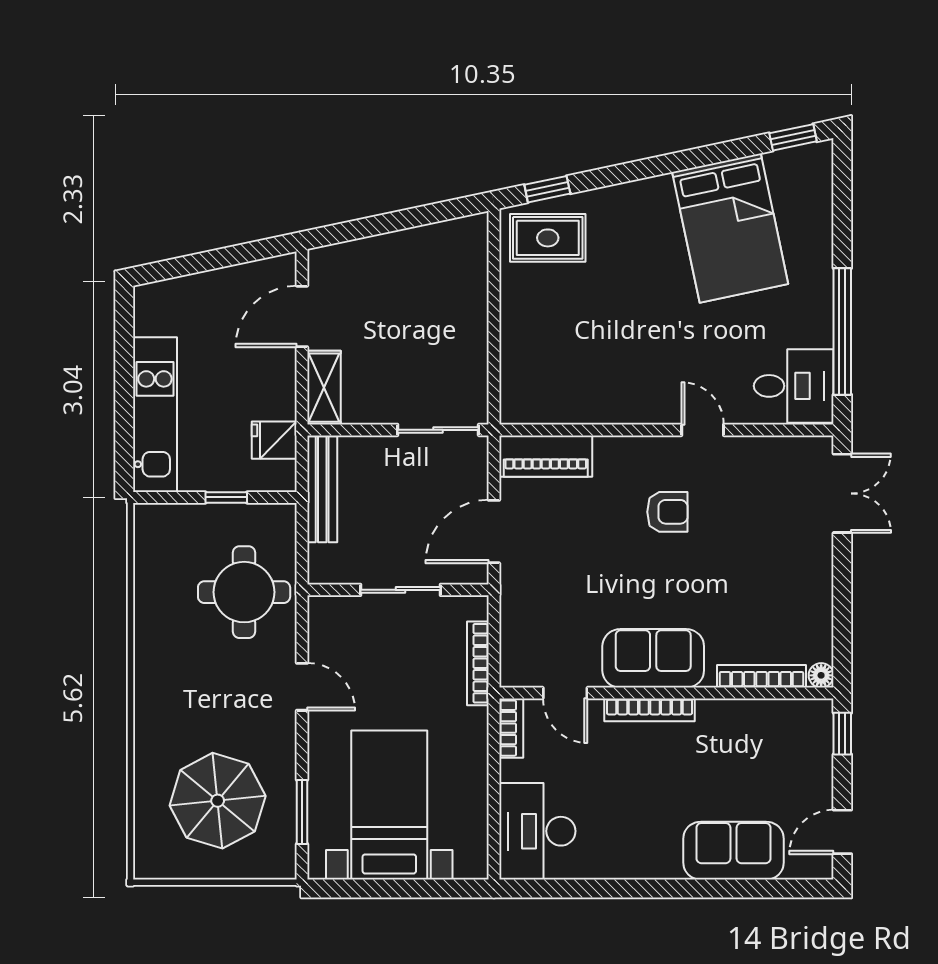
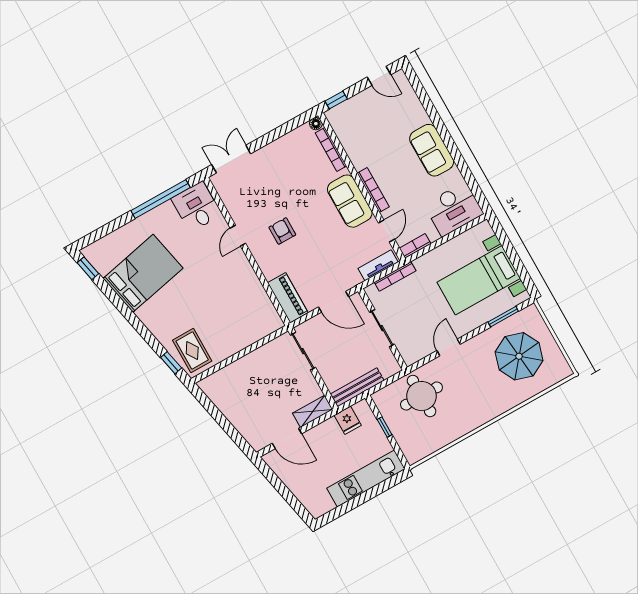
tv unit: (514, 645) -> (378, 265), added
sofa: (734, 851) -> (432, 150), moved

